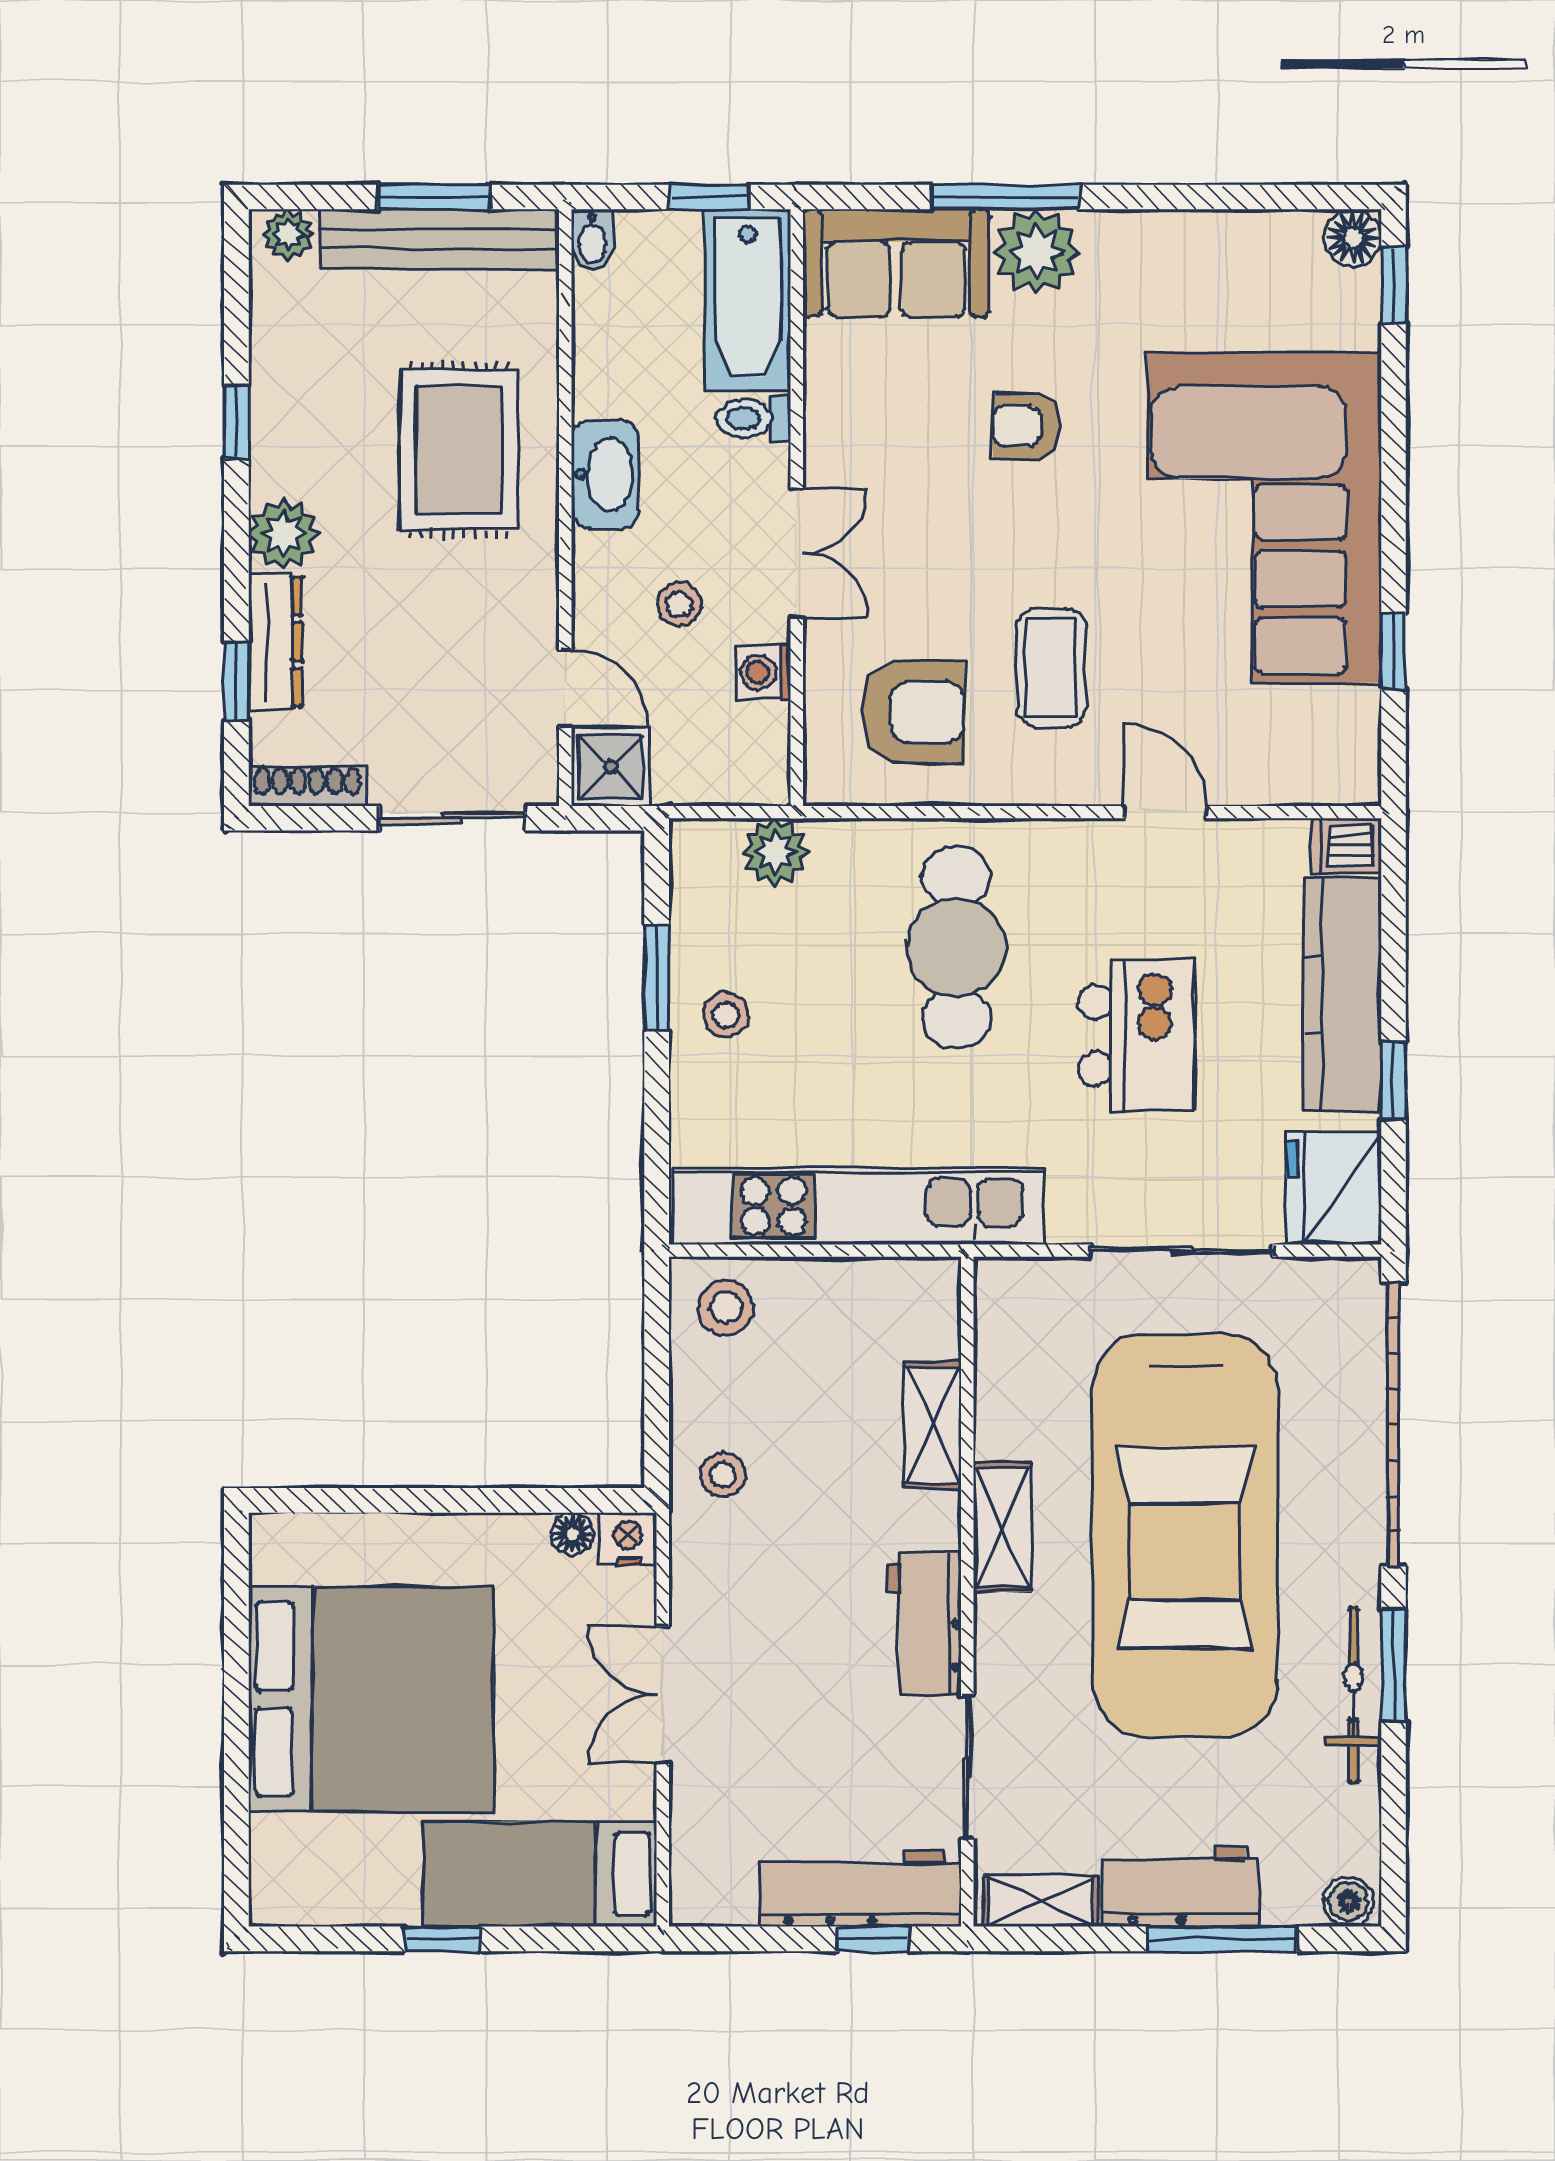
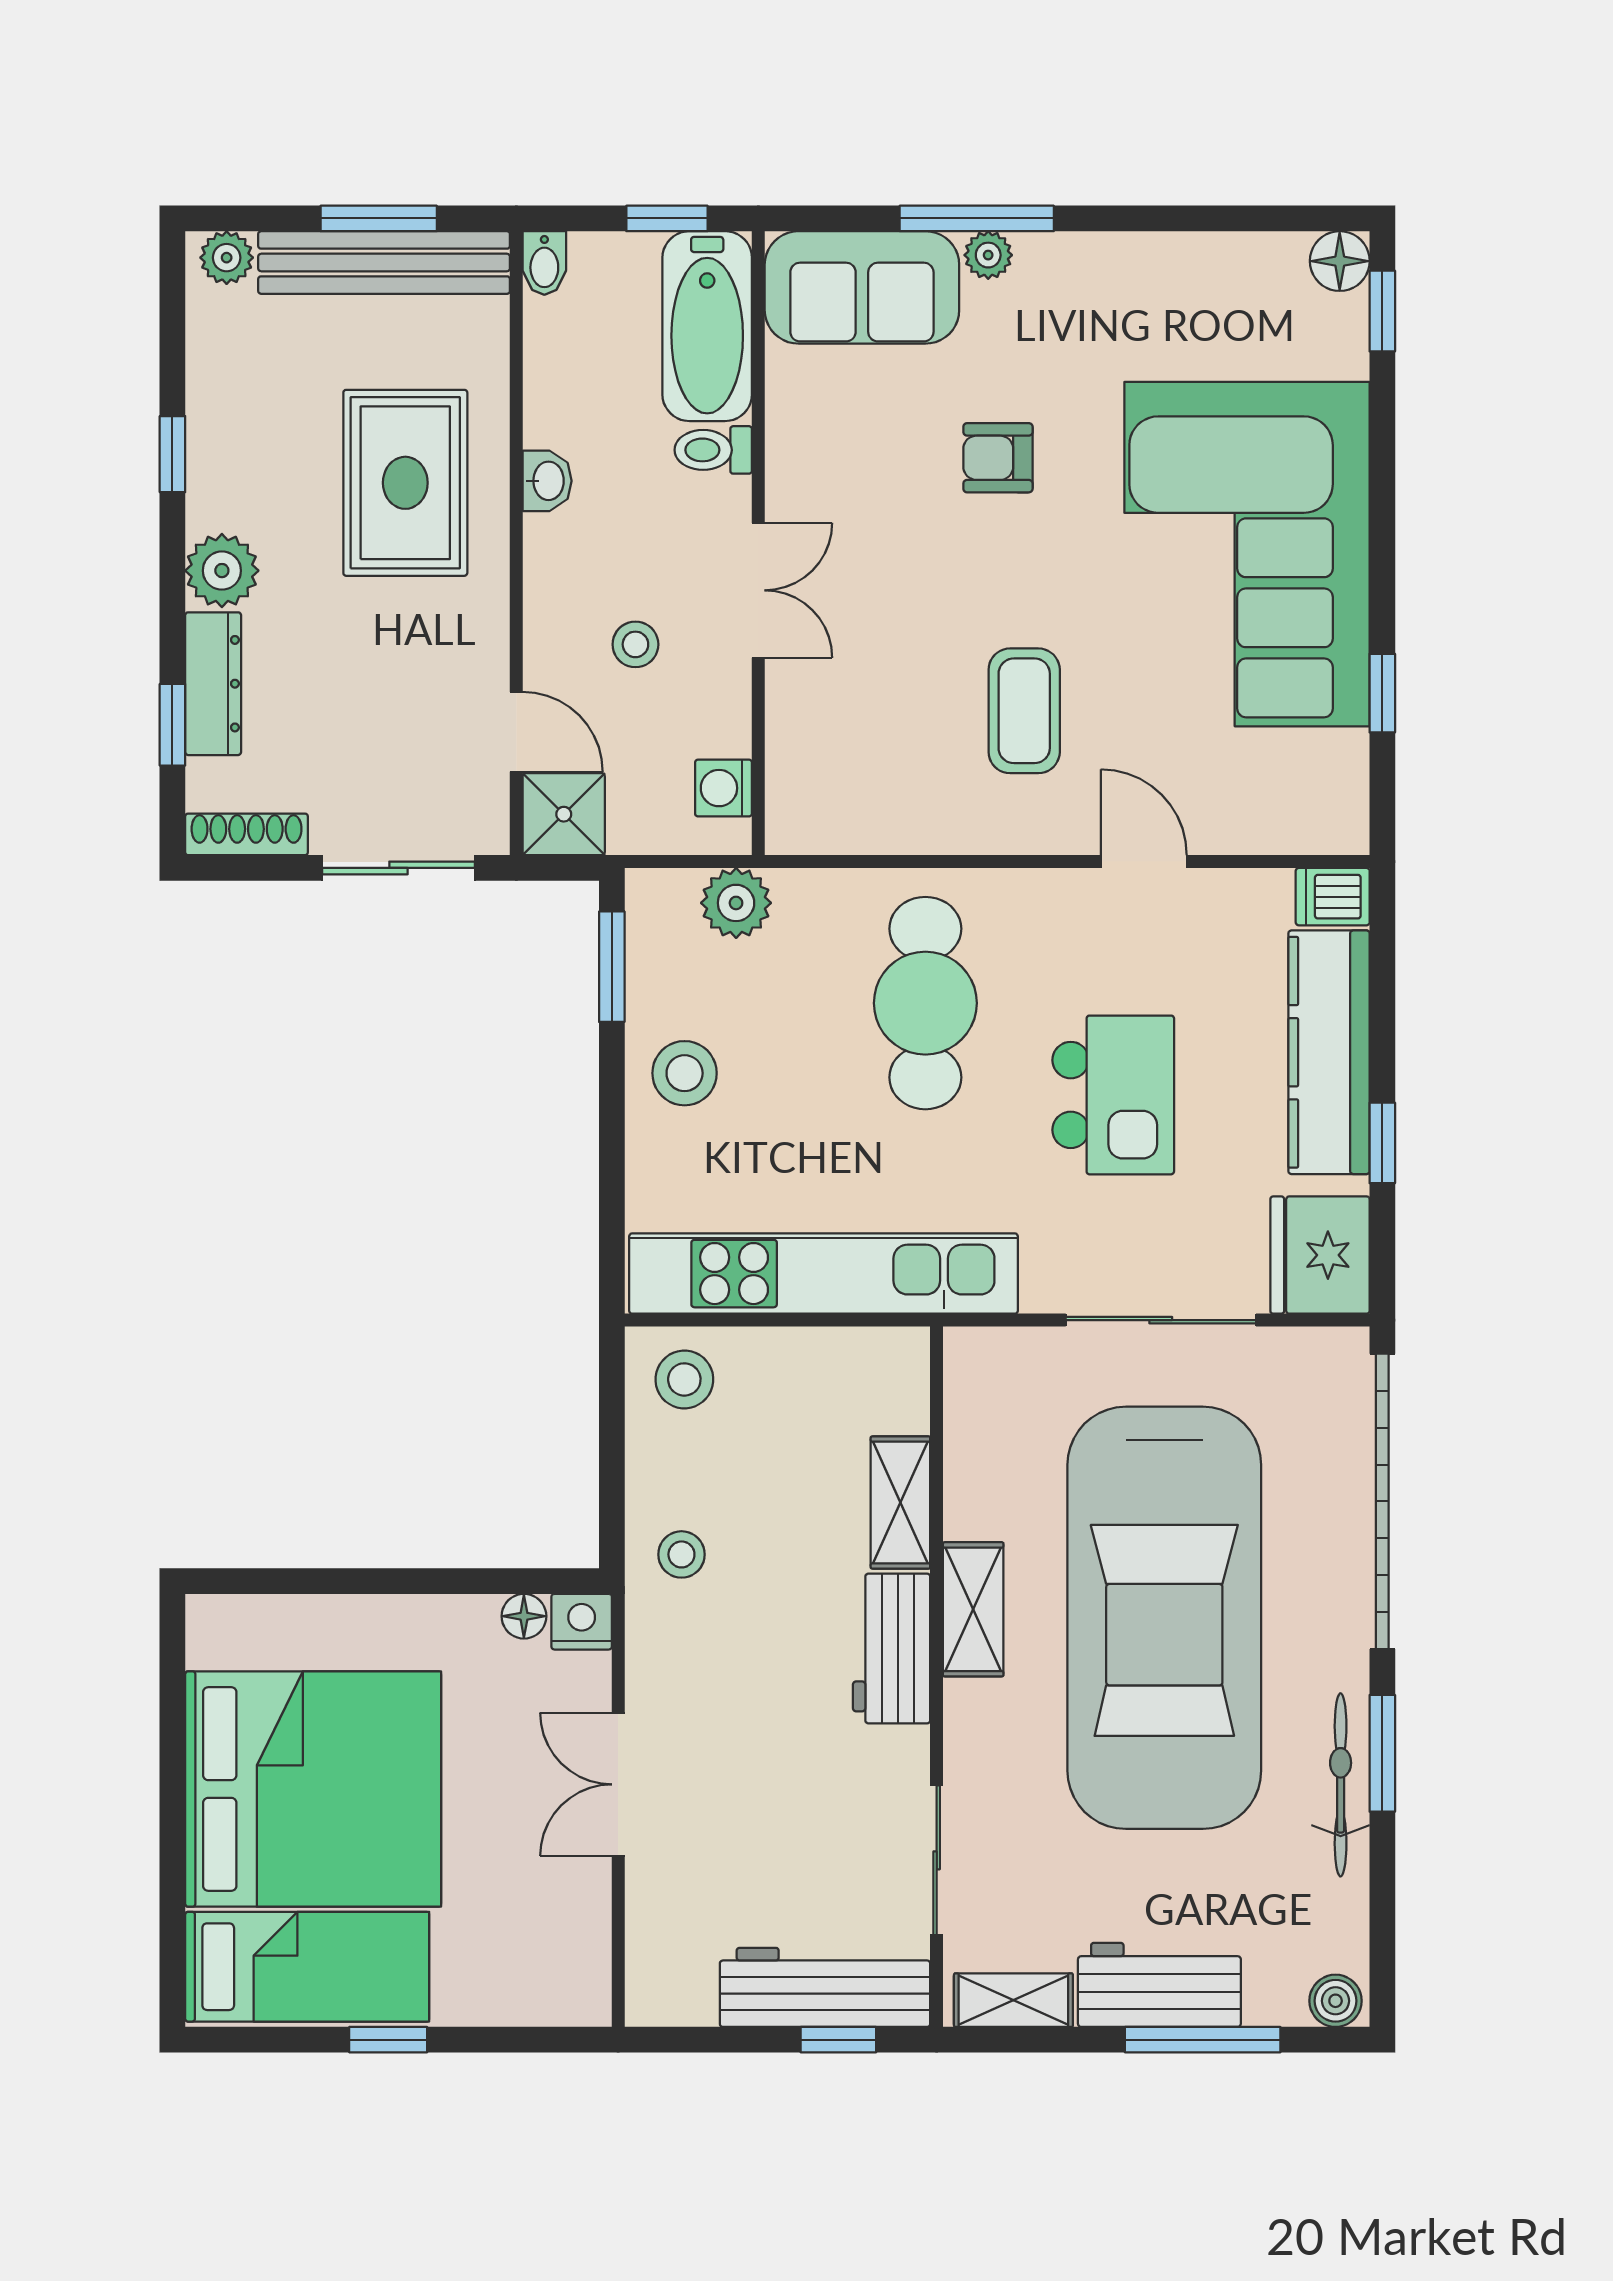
plant: (1036, 252) -> (988, 255), width x0.53, depth x0.53
washbasin: (605, 474) -> (547, 481), width x0.52, depth x0.69
washing machine: (763, 672) -> (724, 788), moved
armchair: (913, 712) -> (880, 757), removed
window: (657, 977) -> (612, 967), moved
stool: (726, 1015) -> (685, 1073), width x1.37, depth x1.37
workbench: (924, 1624) -> (892, 1649), moved
bed: (540, 1874) -> (307, 1967), moved, turned 180

